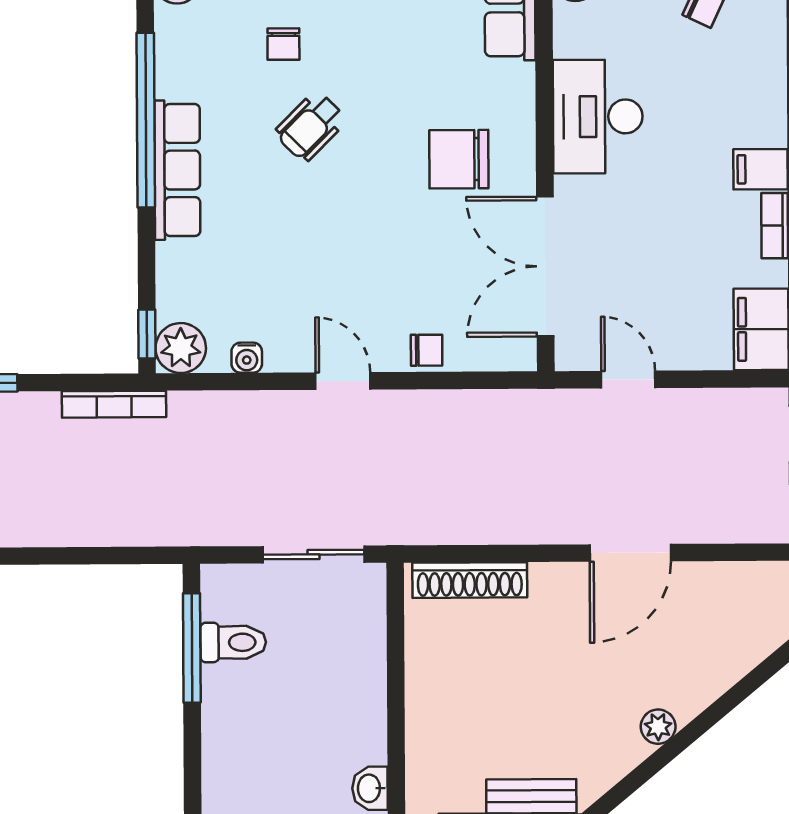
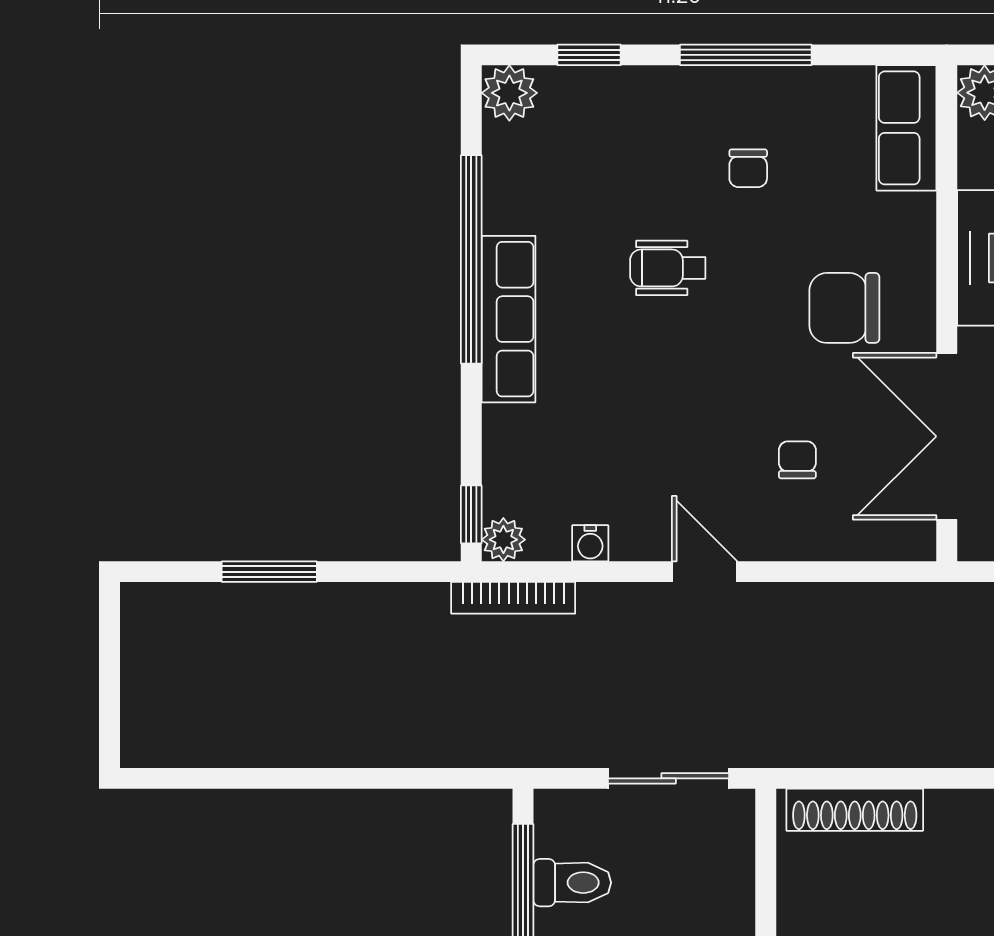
chair: (283, 44) -> (748, 168), moved
wheelchair: (311, 126) -> (668, 268), turned 45
plant: (181, 348) -> (503, 540), width x0.73, depth x0.73
chair: (427, 350) -> (797, 460), moved, turned -90
bookcase: (114, 404) -> (513, 598), moved

